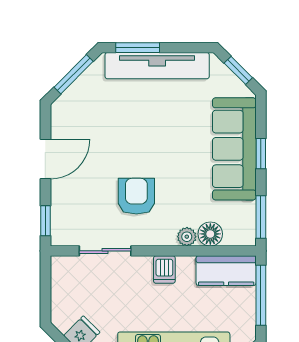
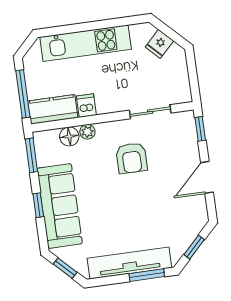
window: (74, 74) -> (194, 247), width x0.67
dishwasher: (164, 270) -> (86, 106), moved

